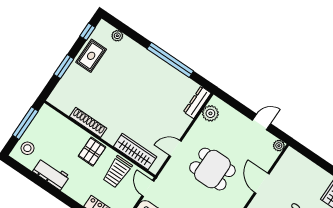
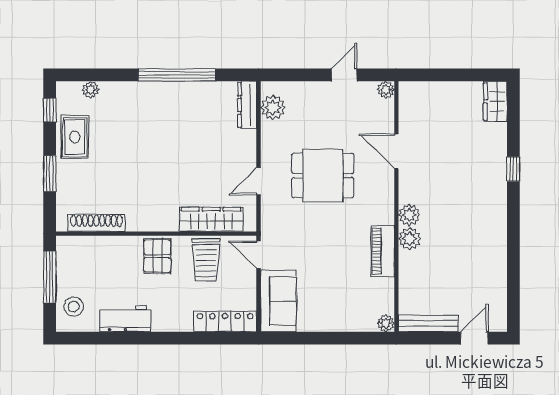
shoe rack: (88, 122) -> (96, 223), moved

